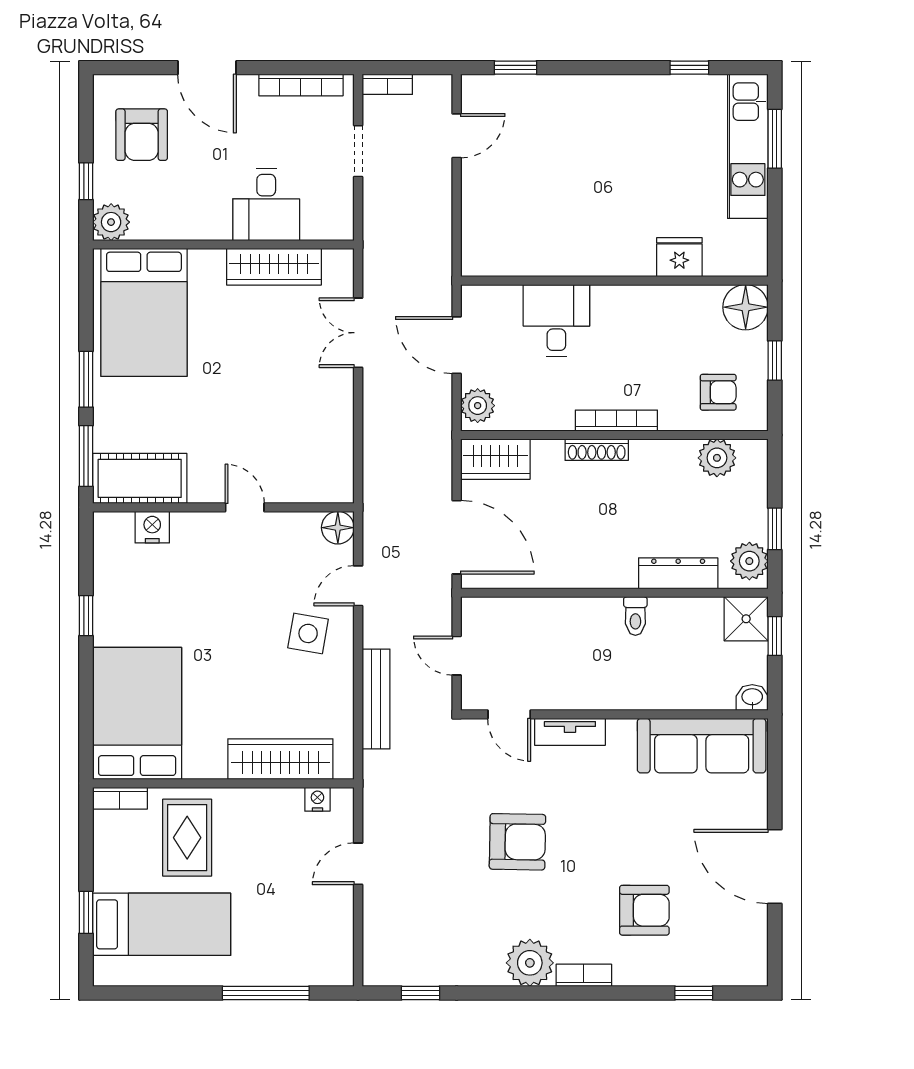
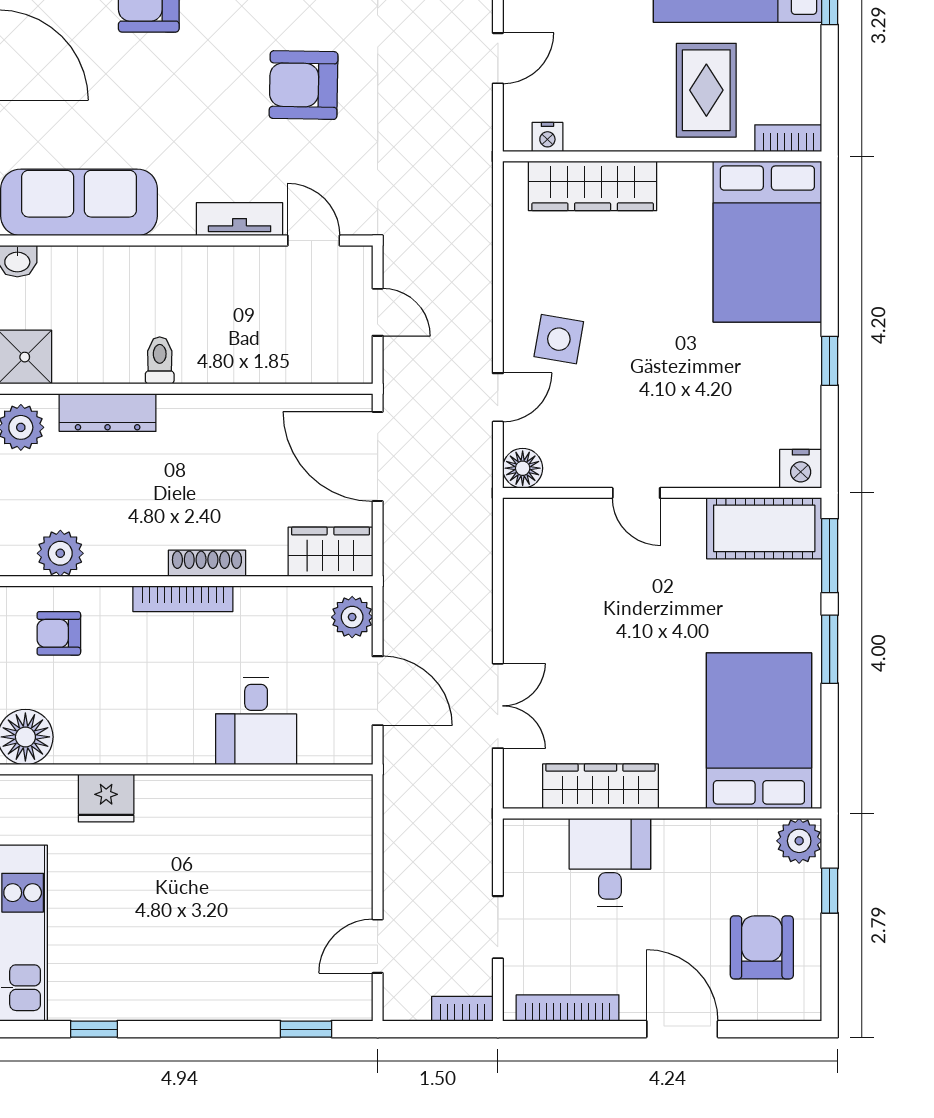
nightstand: (152, 527) -> (801, 469), moved
bench: (376, 699) -> (476, 259), removed

